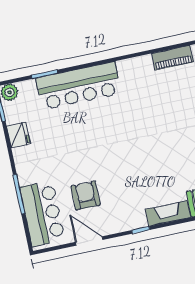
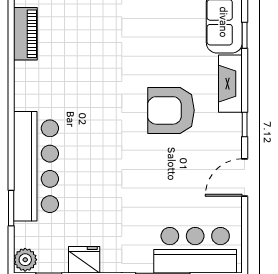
armchair: (86, 195) -> (171, 110), moved, width x1.36, depth x1.36
door: (89, 241) -> (245, 178), moved

